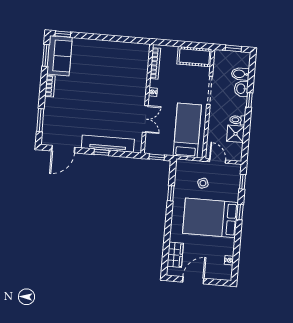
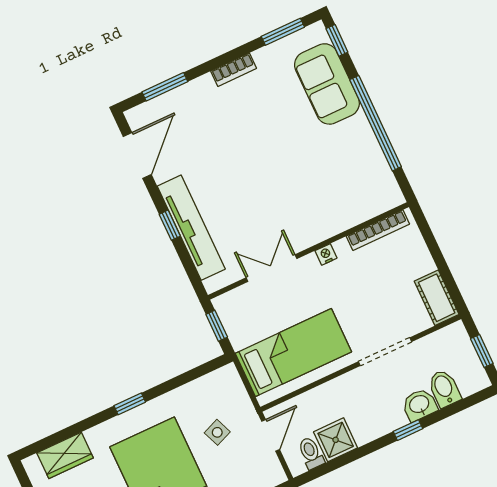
window: (108, 38) -> (376, 123), added
sofa: (59, 56) -> (327, 84), moved, turned 90
cot: (194, 57) -> (437, 298), width x0.73, depth x0.75
double door: (145, 119) -> (271, 268), swing flipped
toilet: (238, 120) -> (311, 453), moved
door: (63, 149) -> (137, 156), swing flipped
window: (171, 193) -> (130, 404), moved

